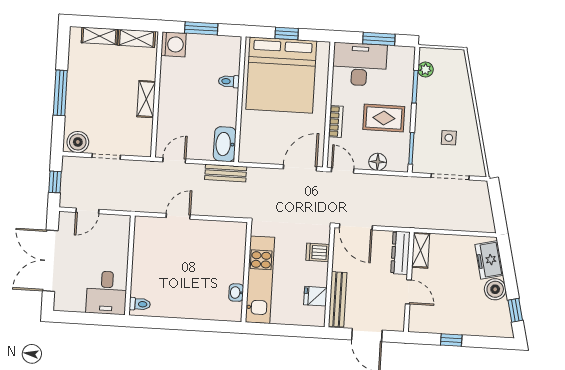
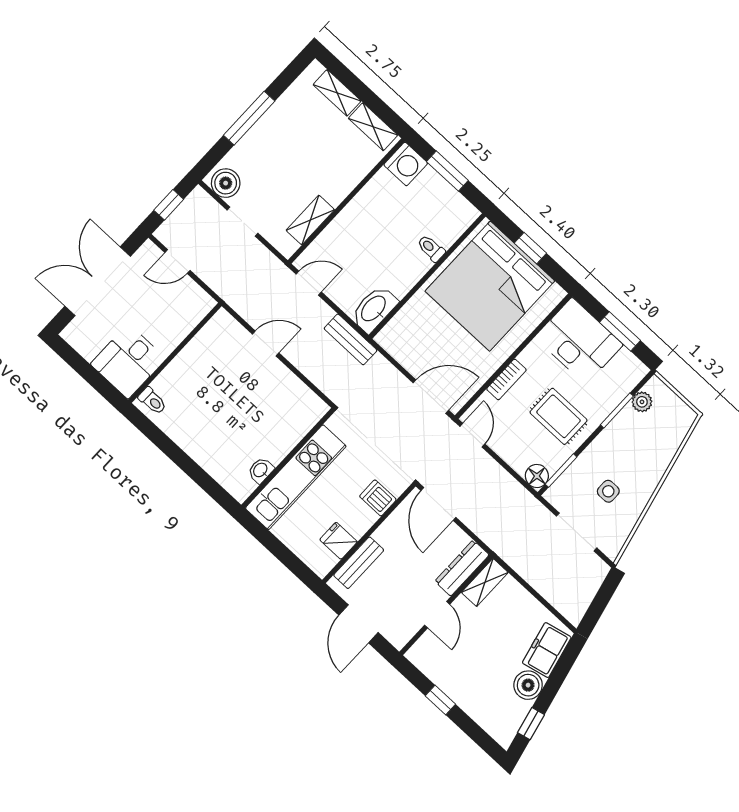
shelving: (146, 99) -> (310, 220), moved
floor lamp: (378, 162) -> (537, 476), moved
bench: (338, 299) -> (359, 563), width x0.73

